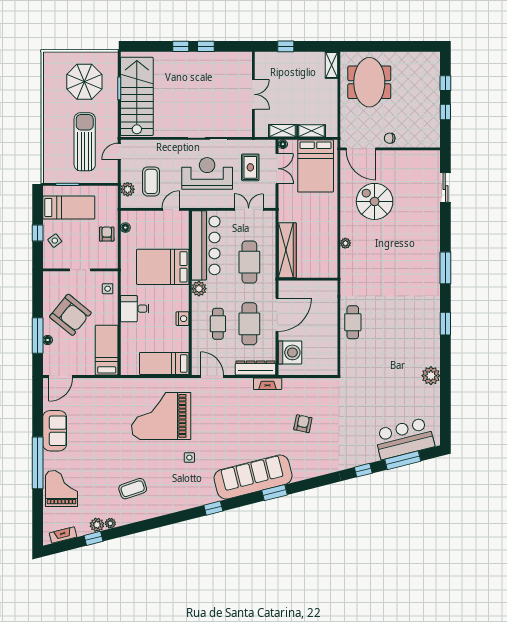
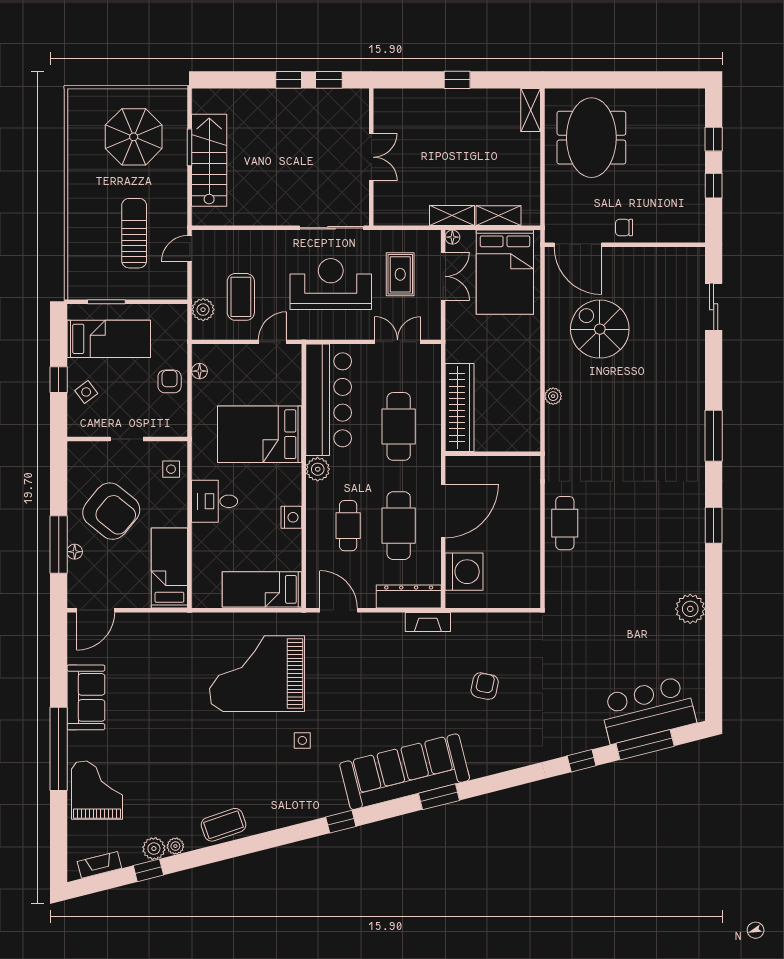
double door: (253, 94) -> (371, 157), moved
wall: (253, 94) -> (371, 157), moved
stairs: (137, 96) -> (209, 160), width x0.73, depth x0.66
sun lounger: (85, 142) -> (134, 233), width x0.73, depth x0.75
coffee table: (133, 489) -> (223, 825), moved

